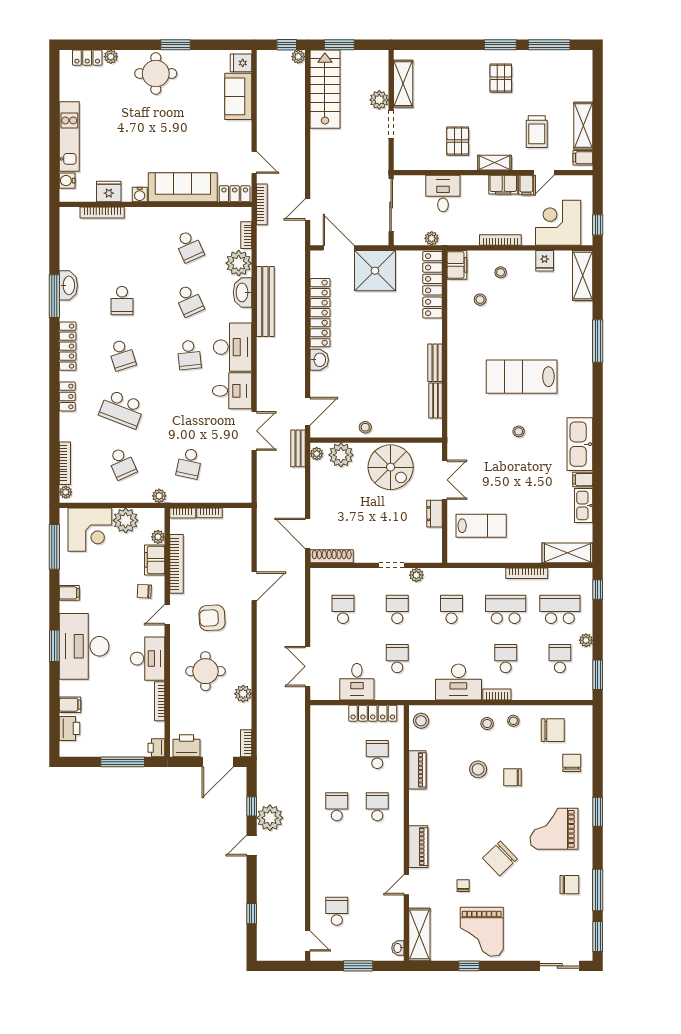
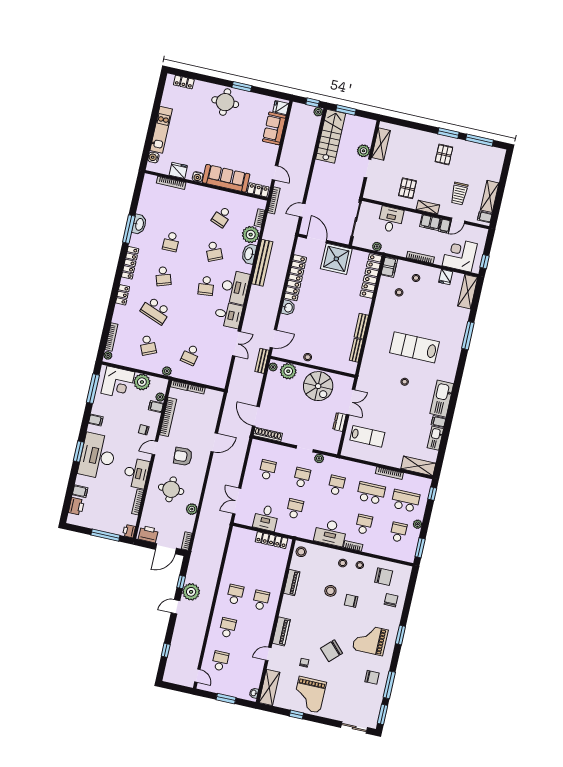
plant: (111, 57) -> (199, 85), removed
school desk: (189, 246) -> (222, 217), turned 45
filing cabinet: (155, 560) -> (156, 407), width x0.50
school desk: (377, 755) -> (228, 628), moved

